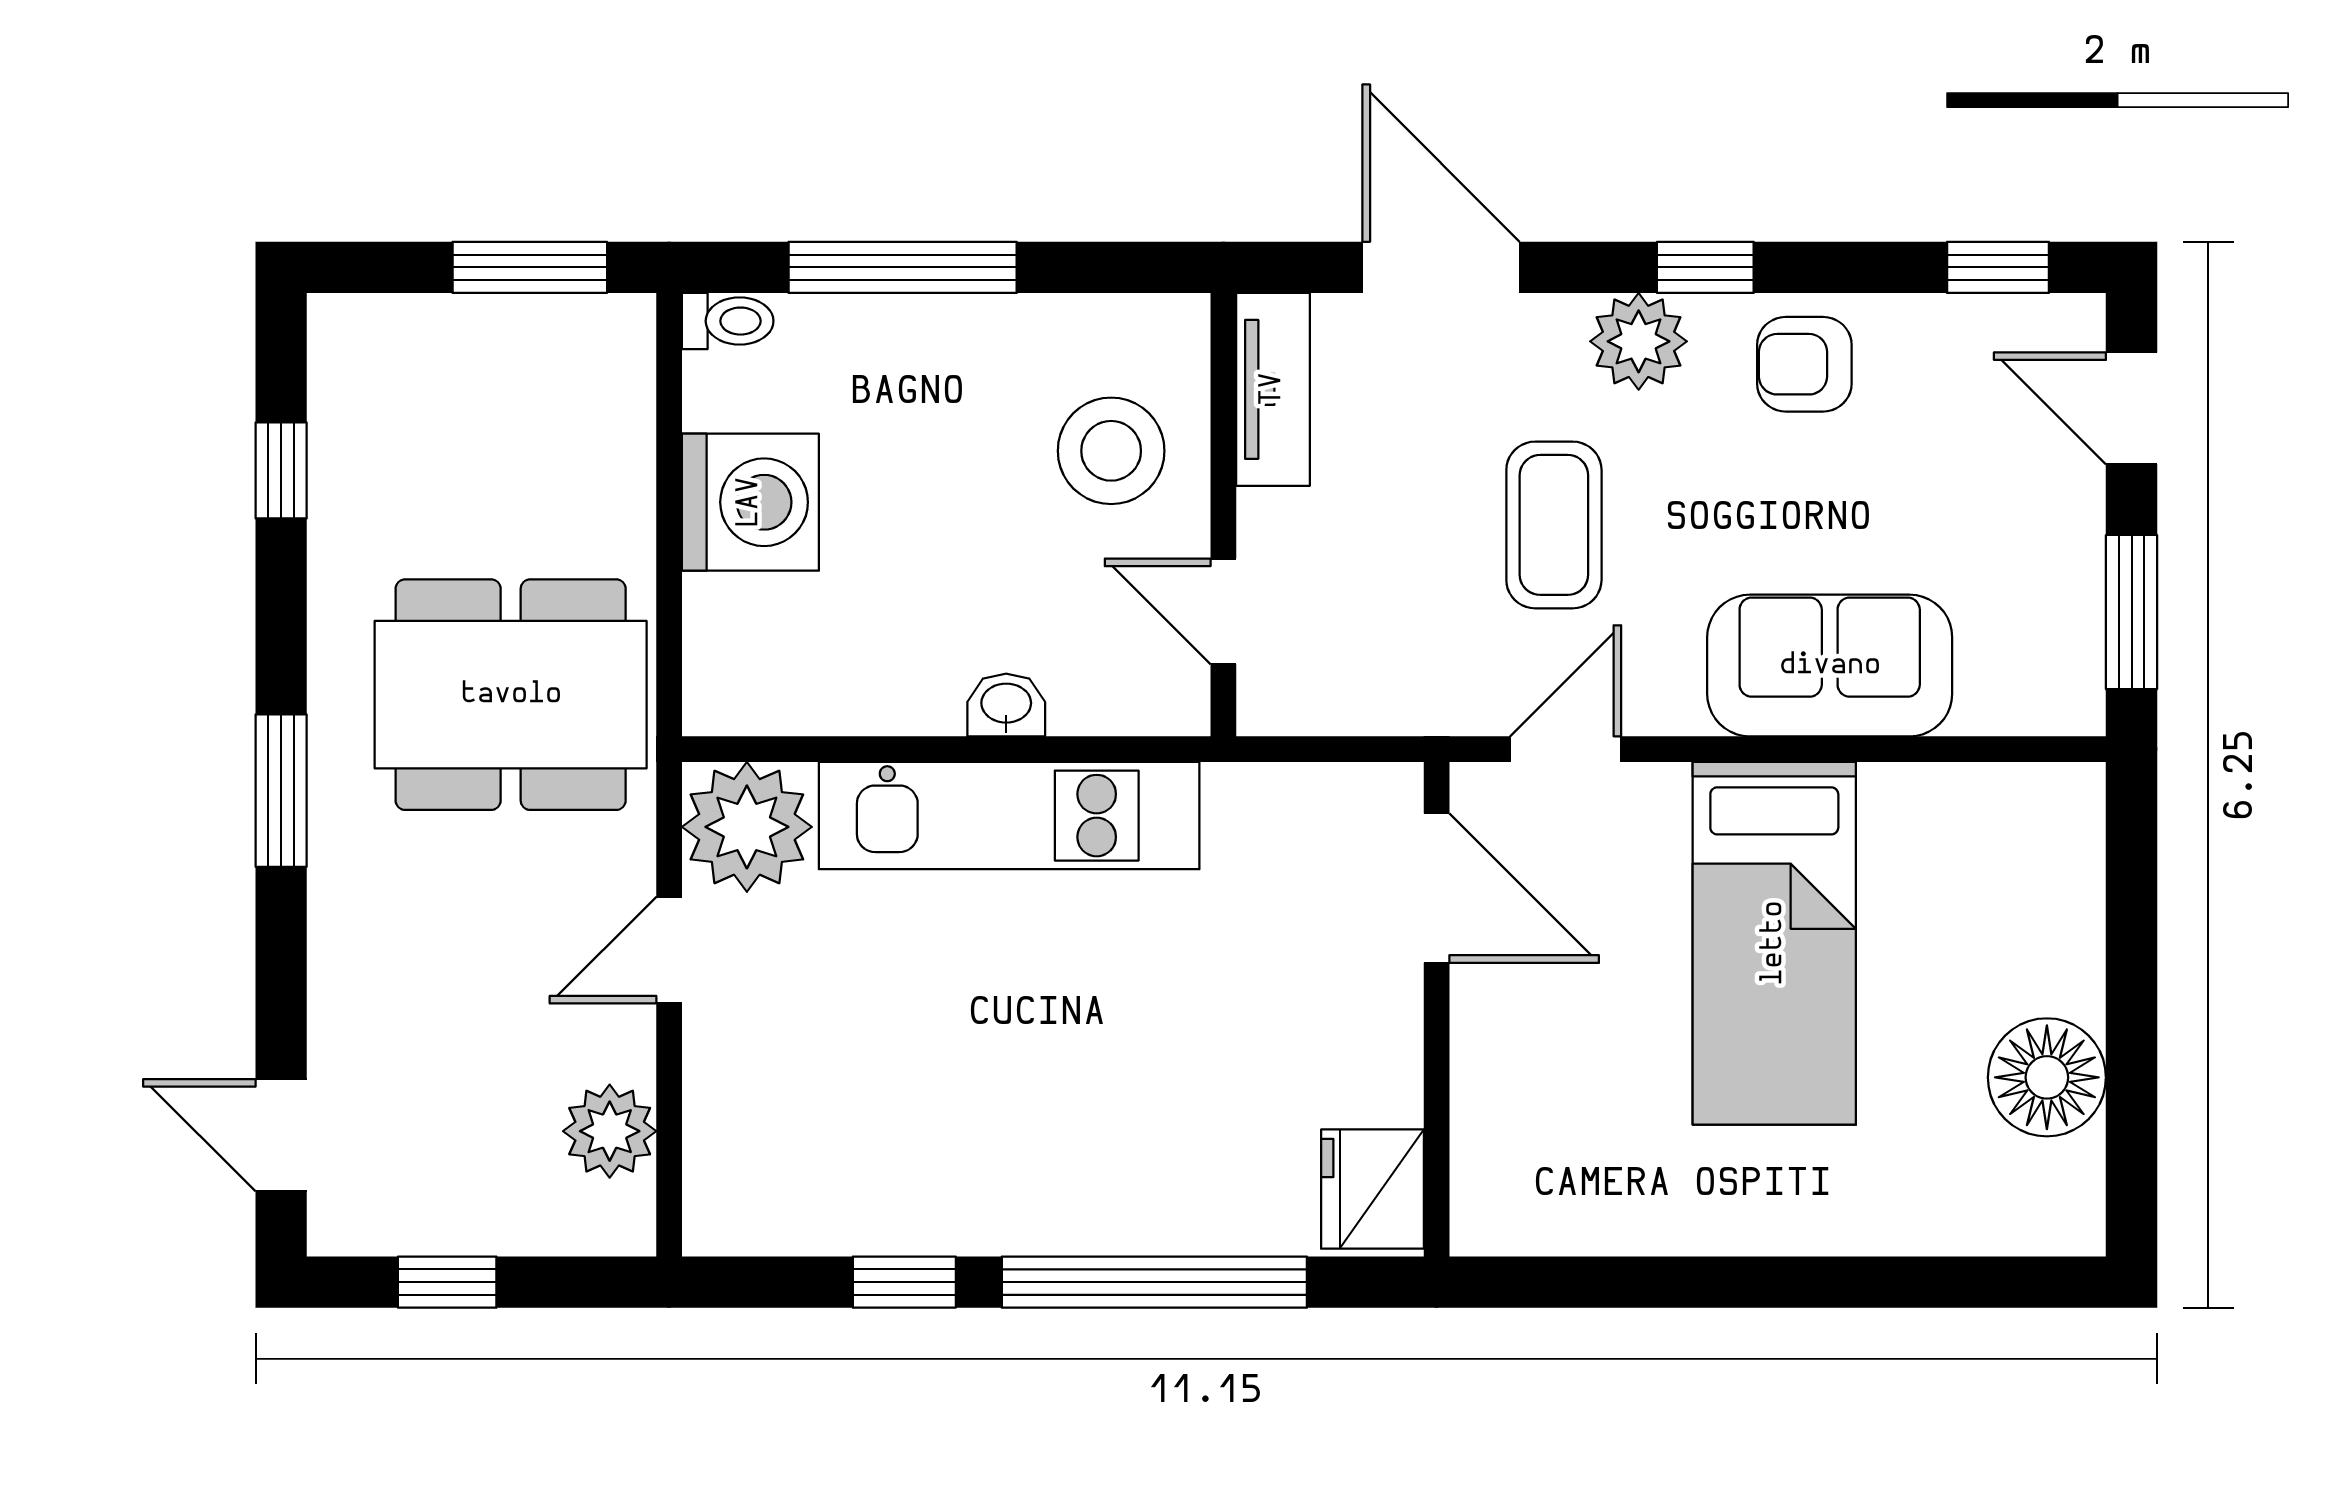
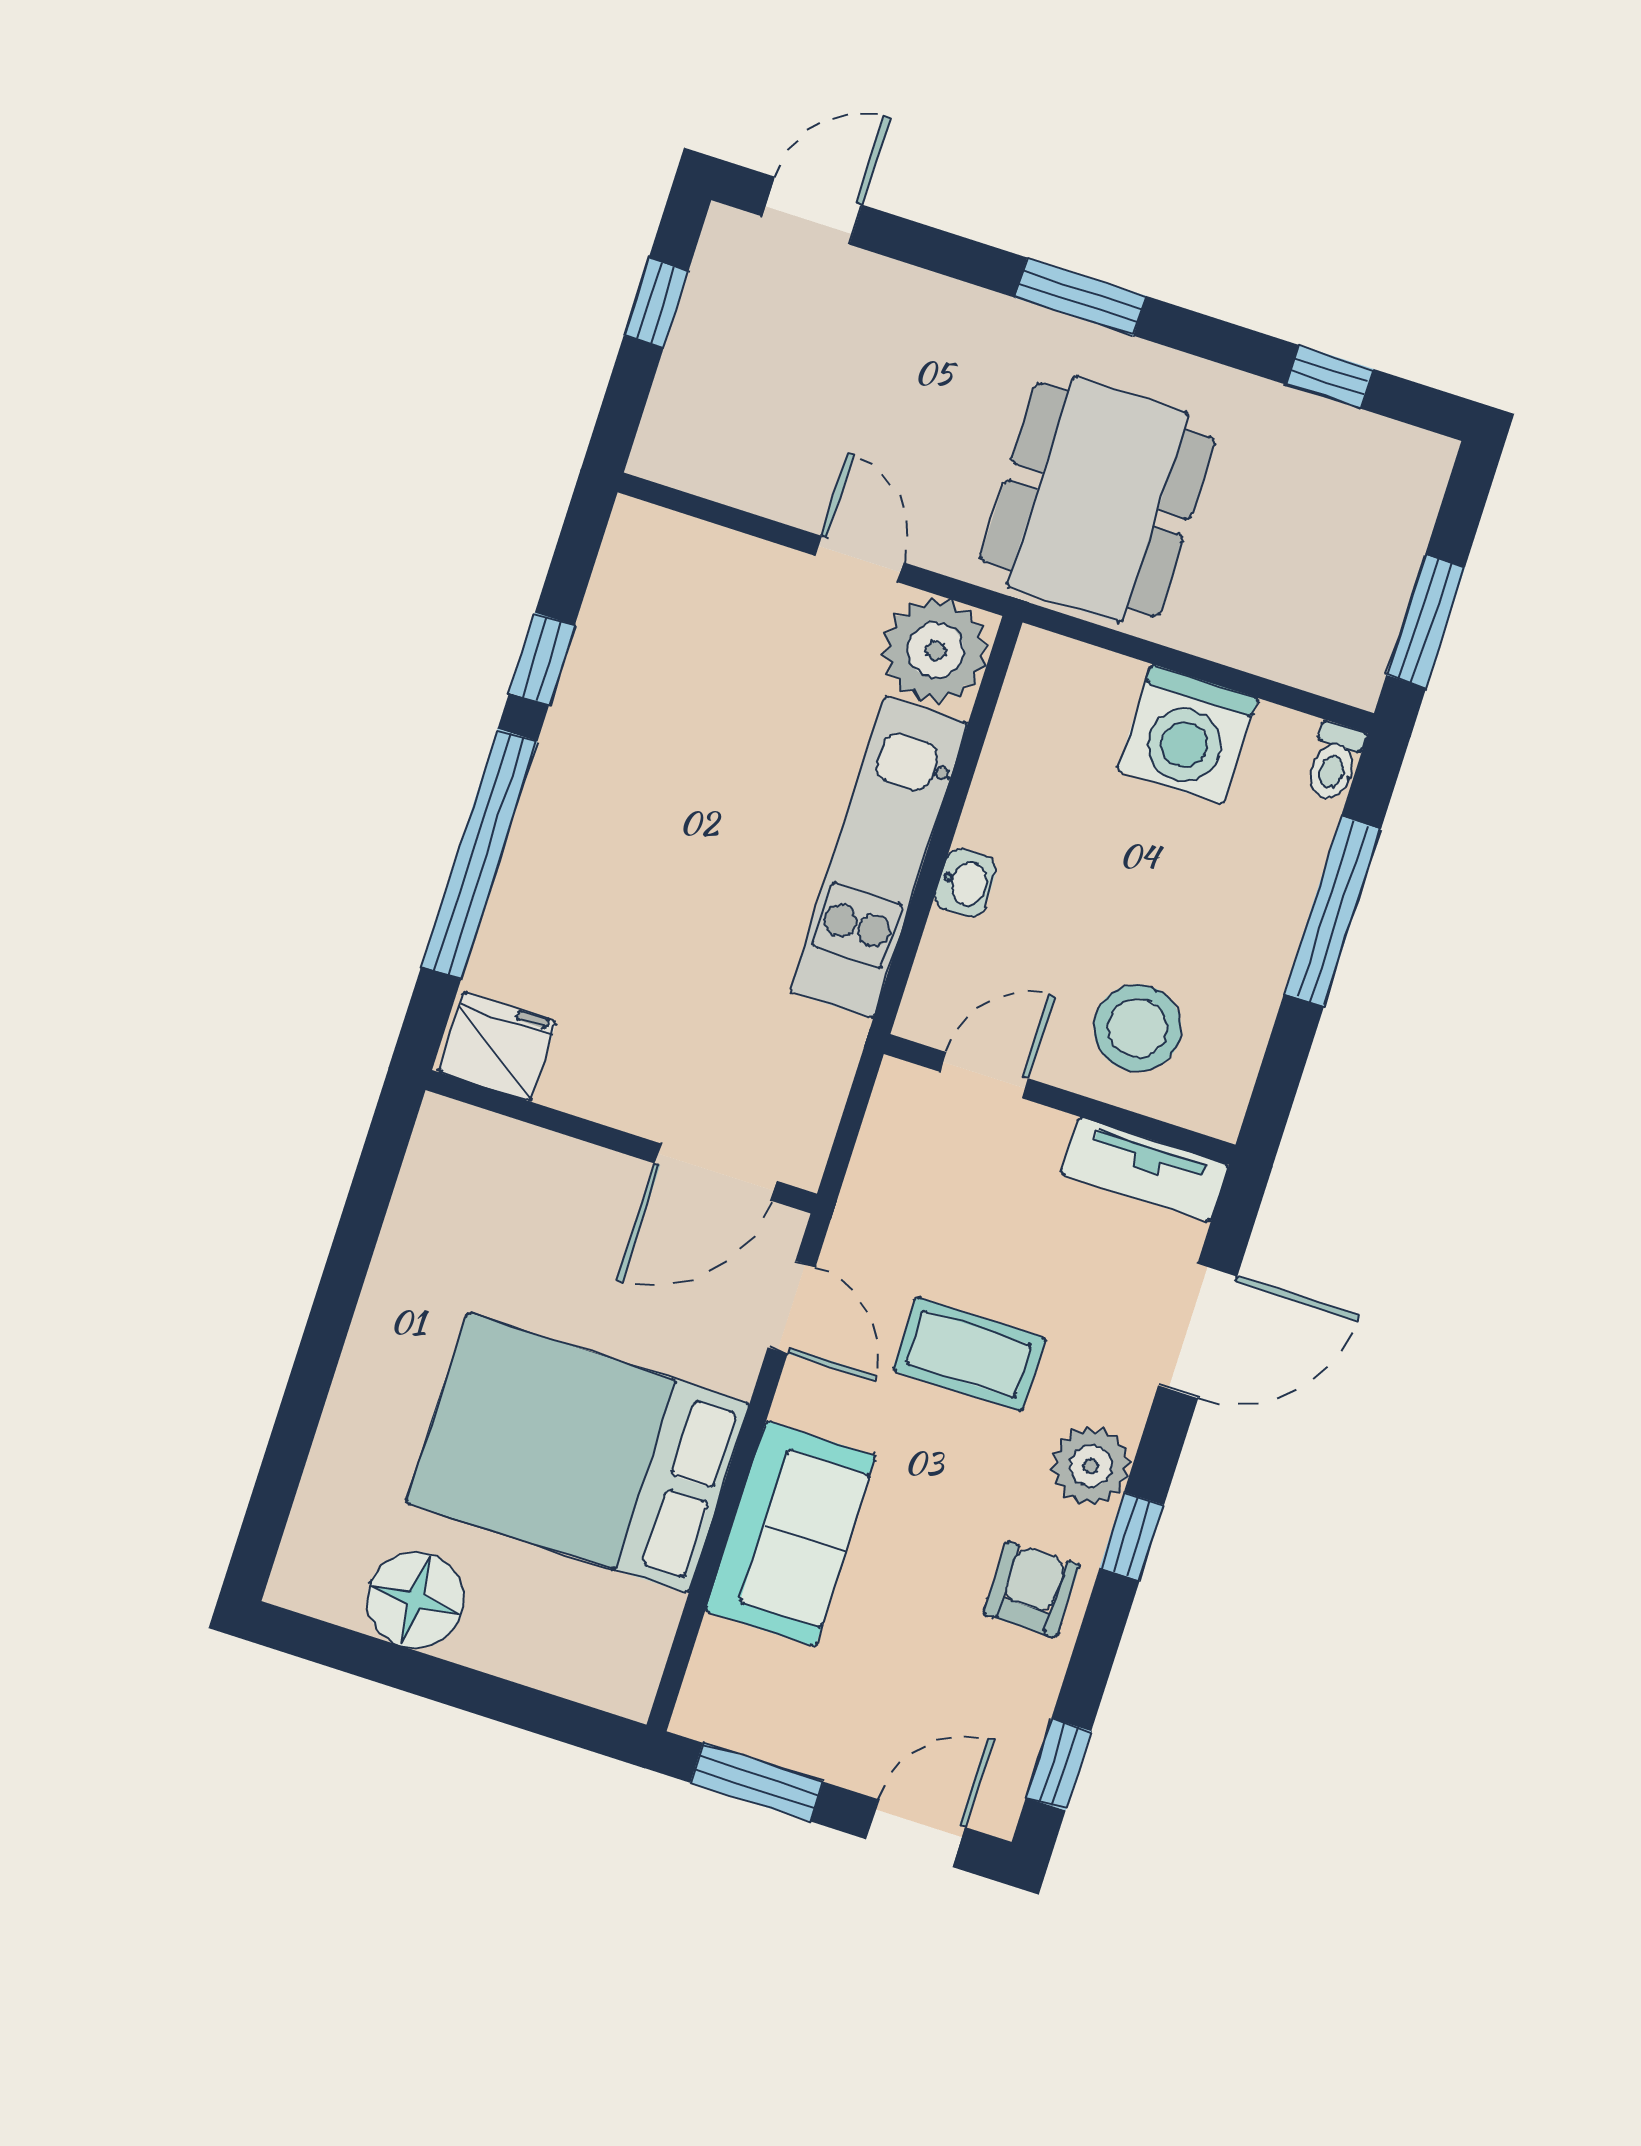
bed: (1774, 943) -> (578, 1453), width x1.50
plant: (610, 1131) -> (733, 467), removed

